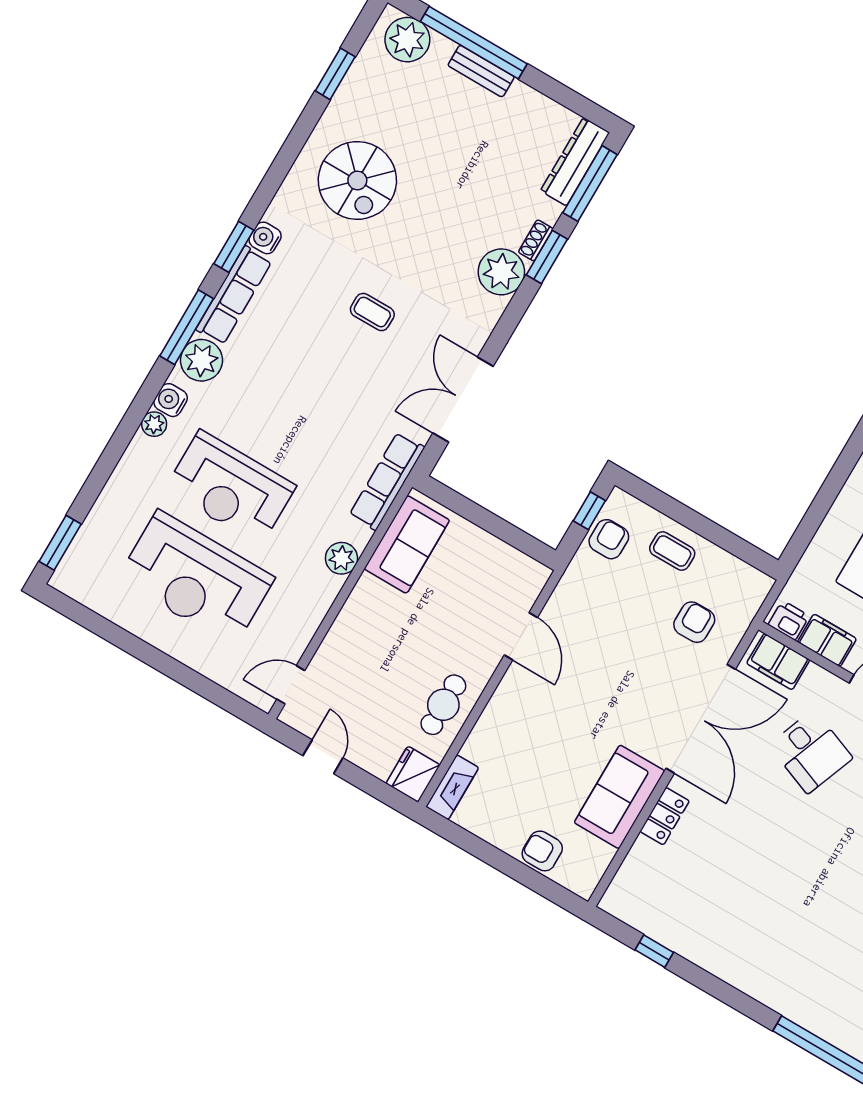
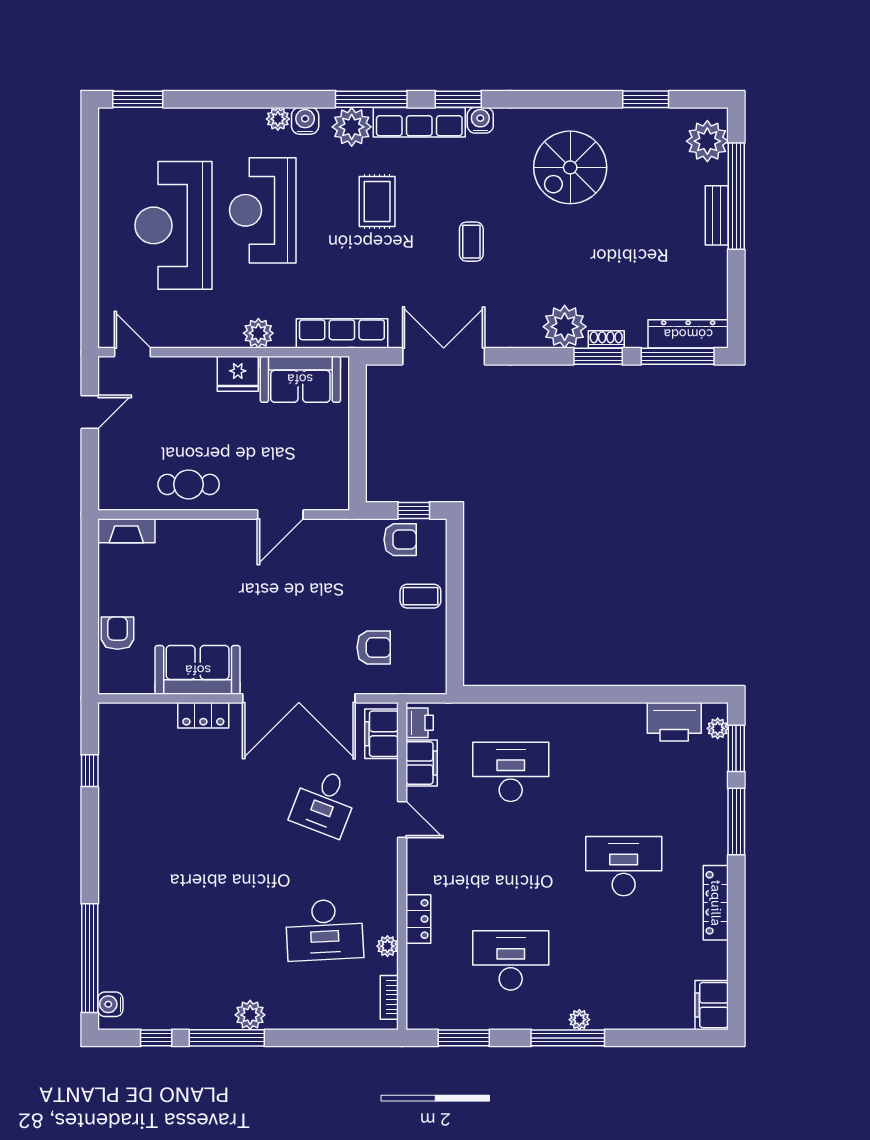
rug: (284, 377) -> (377, 201), added
coffee table: (672, 551) -> (420, 596), turned 90
fridge: (413, 774) -> (238, 374), moved, turned 180

